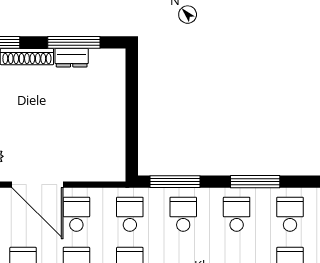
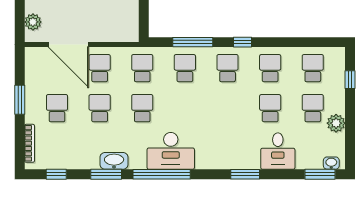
window: (175, 182) -> (193, 42), moved
window: (255, 182) -> (242, 42), width x0.46

